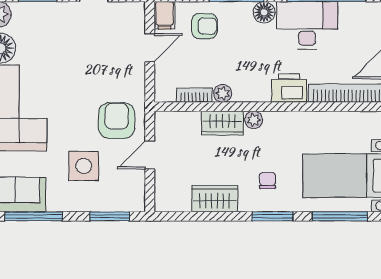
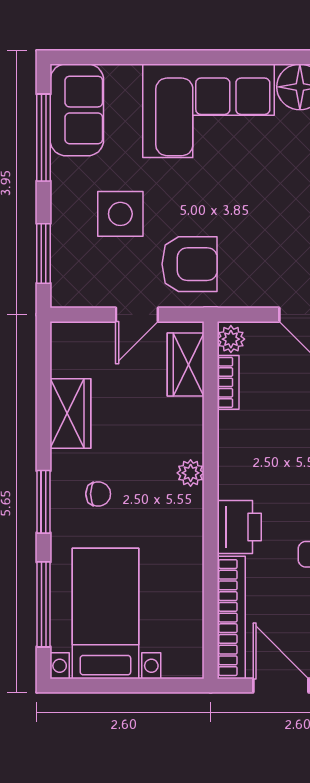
plant: (223, 93) -> (231, 339), moved
wardrobe: (222, 123) -> (186, 365), moved
door: (150, 155) -> (137, 315), swing flipped

